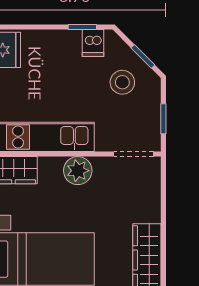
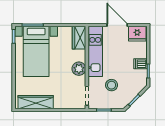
dishwasher: (93, 43) -> (141, 64), moved
stool: (122, 82) -> (112, 85), moved

